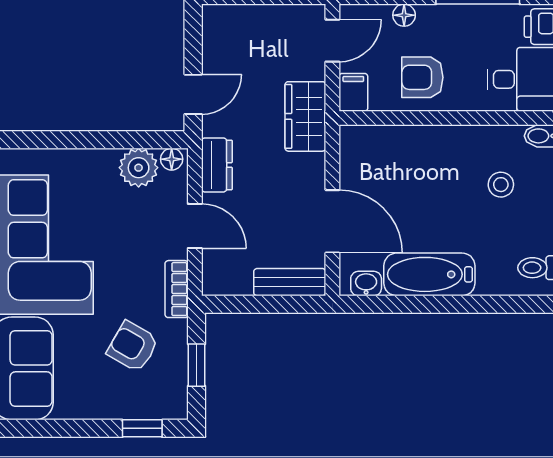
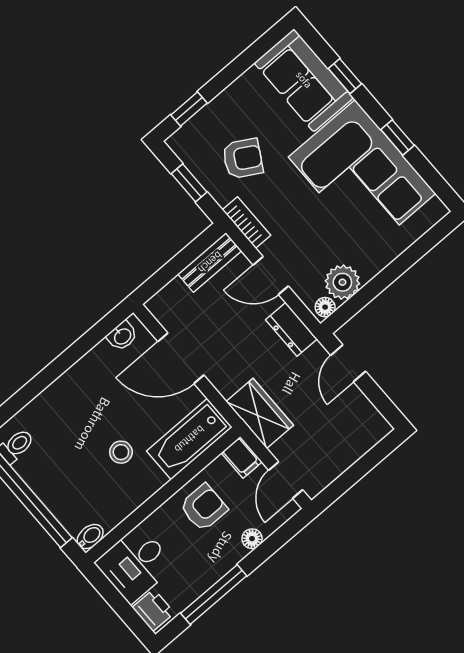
stool: (501, 185) -> (121, 452), moved
bathtub: (429, 274) -> (189, 439), moved, turned 180
bench: (290, 282) -> (210, 262), moved

